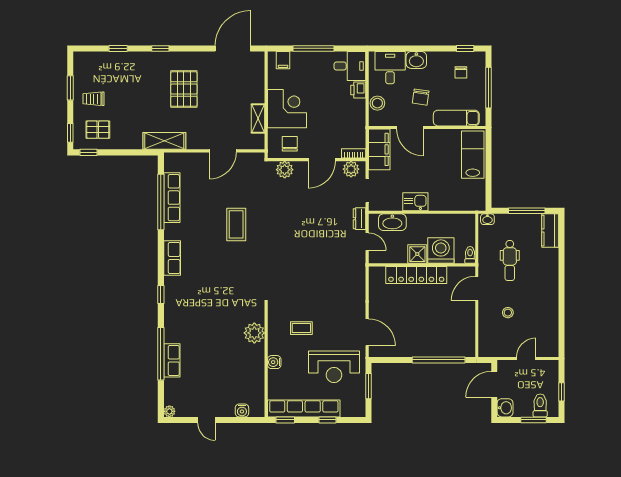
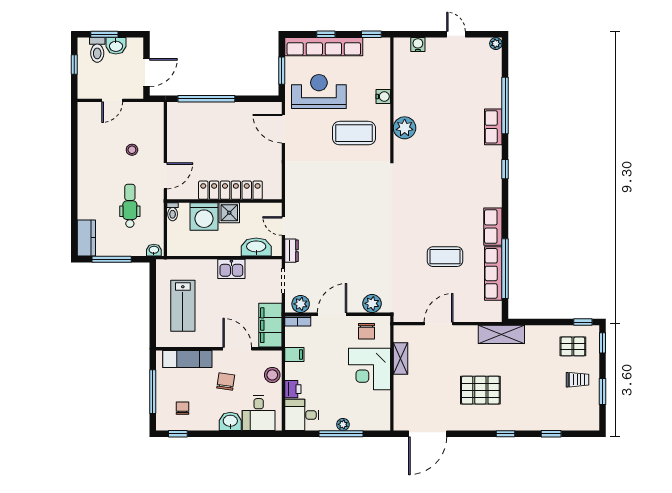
plant: (312, 57) -> (343, 424), added
filing cabinet: (283, 60) -> (294, 355), moved, turned 90
pallet: (184, 89) -> (480, 390), turned 90
lab bench: (473, 155) -> (183, 306), moved
coffee table: (236, 224) -> (445, 257), moved, turned 90
row of seats: (172, 258) -> (493, 227), moved
coffee table: (301, 328) -> (354, 133), width x1.86, depth x1.72
row of seats: (172, 360) -> (493, 127), moved
row of seats: (304, 408) -> (324, 47), moved
washbasin: (505, 408) -> (116, 46), moved, turned -90

